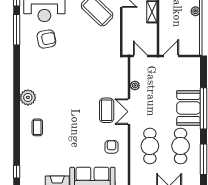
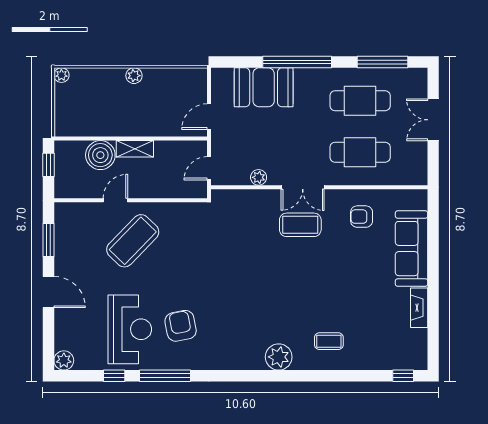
door: (171, 56) -> (209, 117), hinge flipped
booth: (189, 108) -> (264, 87), moved

